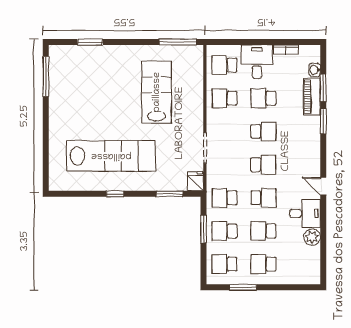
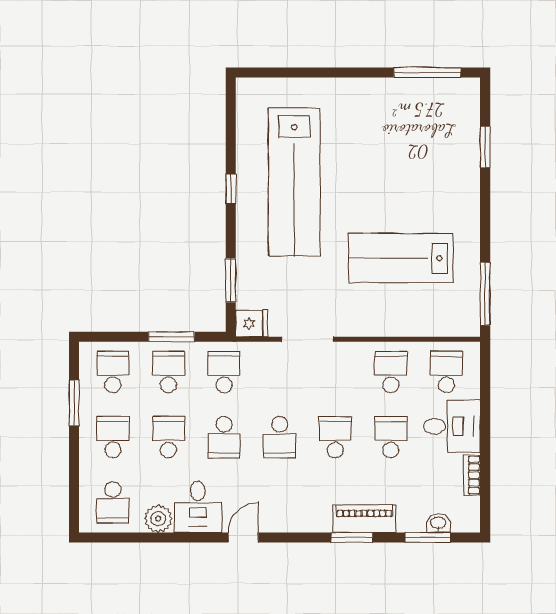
window: (323, 88) -> (428, 537), moved
lab bench: (157, 92) -> (401, 258), turned 180
piano: (312, 97) -> (364, 519), moved
school desk: (263, 131) -> (335, 437), turned 180
school desk: (302, 264) -> (113, 502), added

